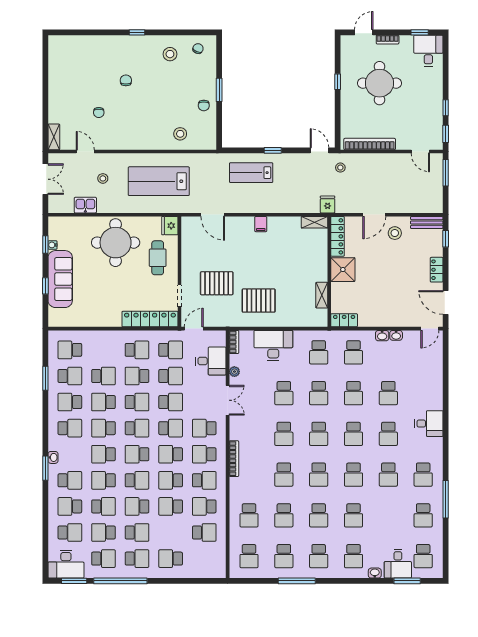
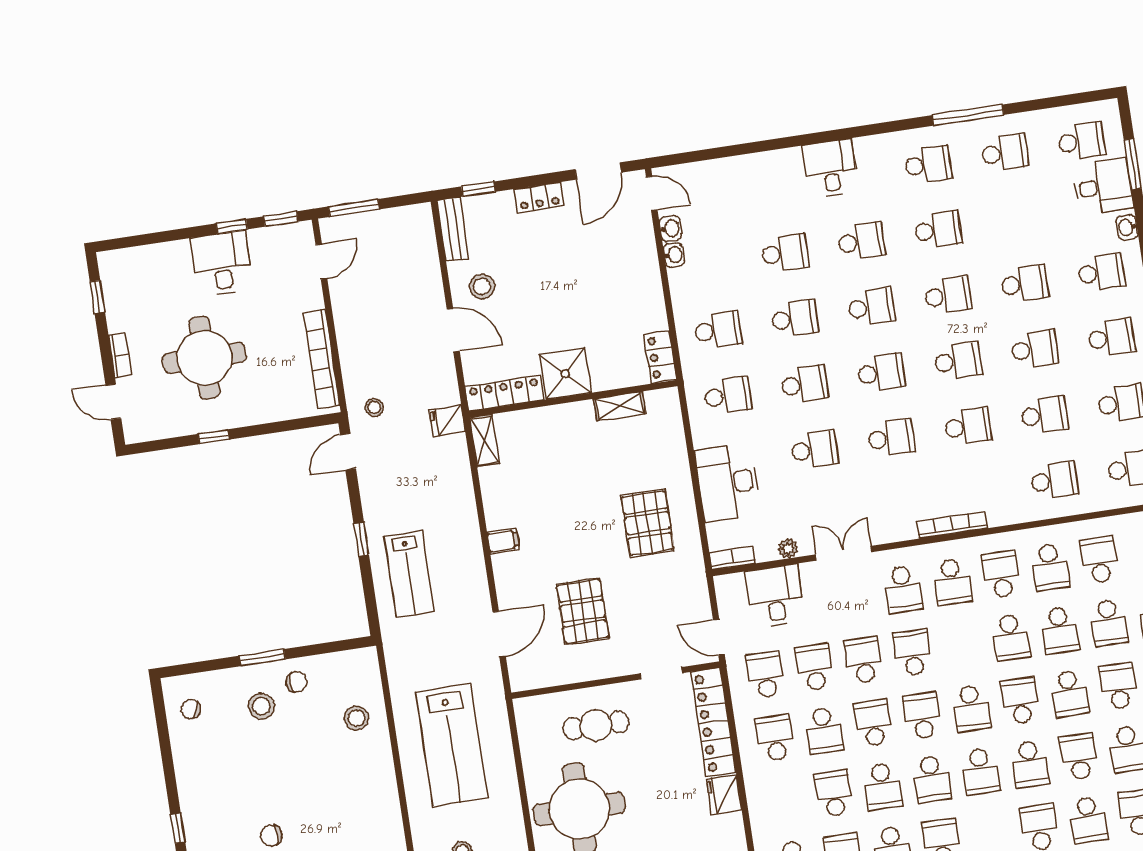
desk: (428, 51) -> (222, 263), moved, turned 90
stool: (170, 54) -> (261, 706), moved
fridge: (170, 226) -> (724, 795), moved, turned 90
pallet: (217, 283) -> (583, 611), moved
washbasin: (382, 336) -> (670, 229), moved
school desk: (171, 454) -> (1109, 623), moved

